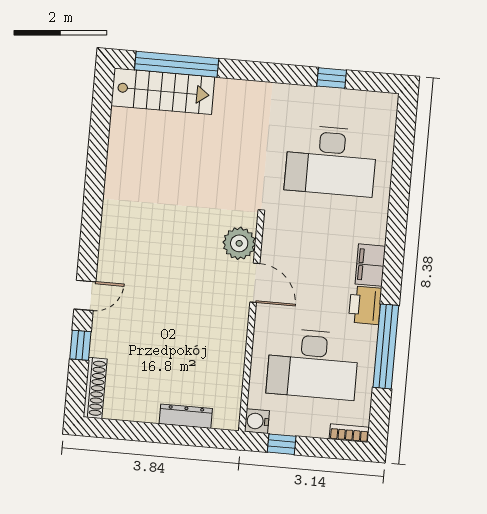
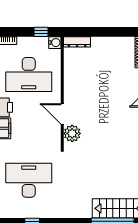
desk: (313, 364) -> (29, 75), turned 180
dresser: (186, 416) -> (77, 42), moved

